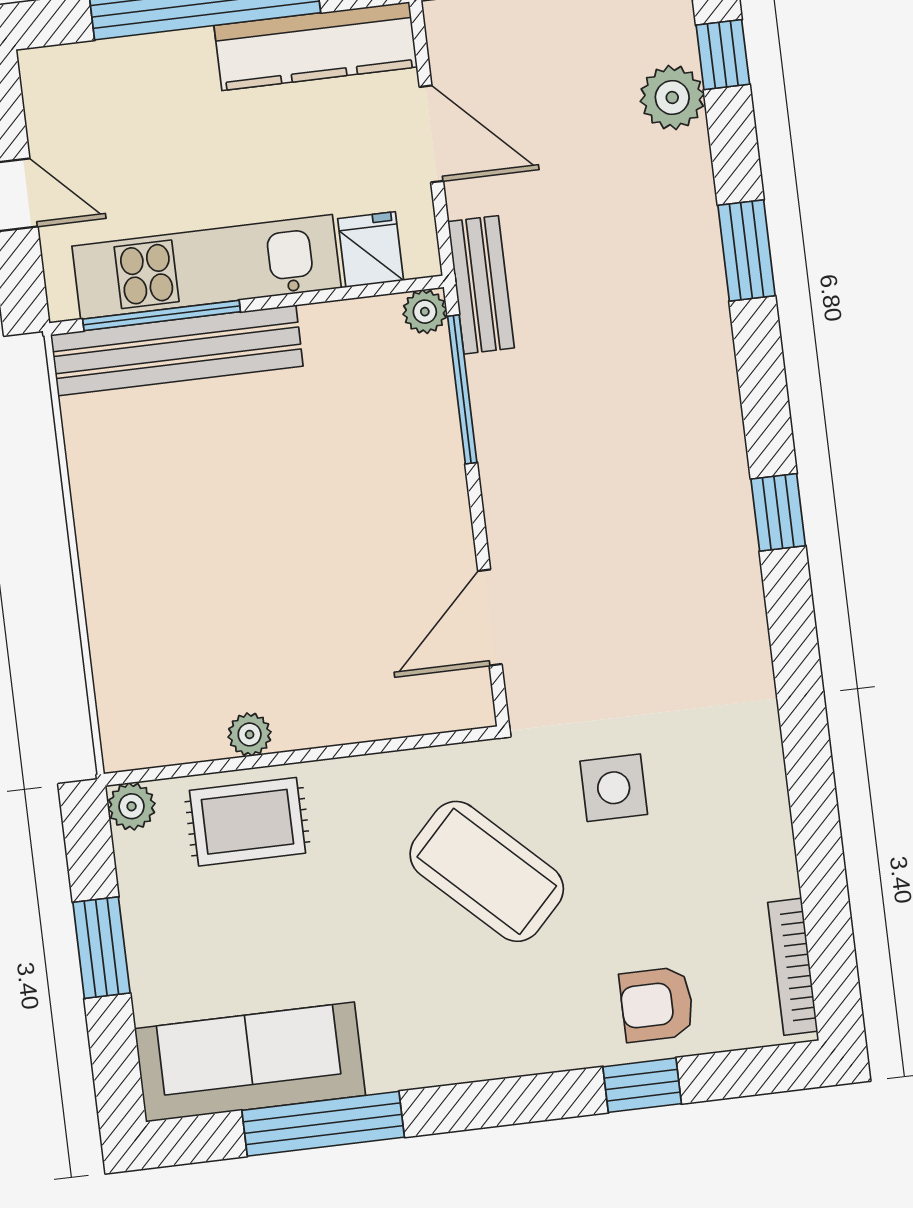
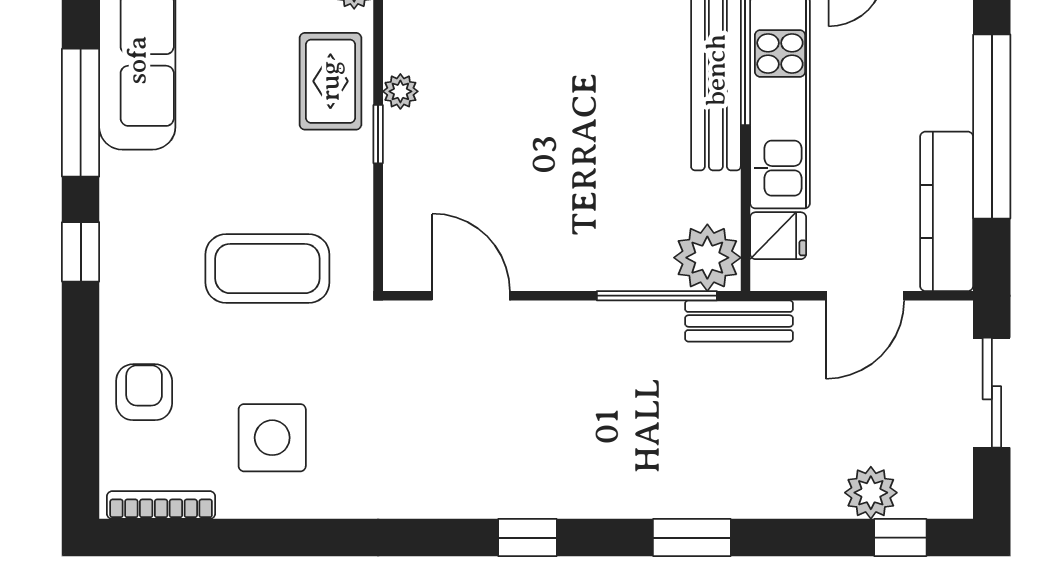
window: (746, 251) -> (692, 538), moved
plant: (425, 312) -> (707, 258), width x1.88, depth x1.88
window: (305, 755) -> (378, 134), added
side table: (614, 788) -> (272, 438), moved, width x1.37, depth x1.37
coffee table: (487, 871) -> (267, 269), turned 46
window: (642, 1085) -> (81, 252), moved

